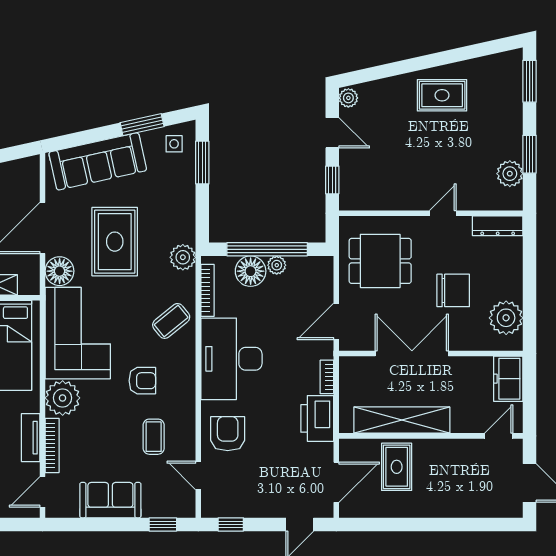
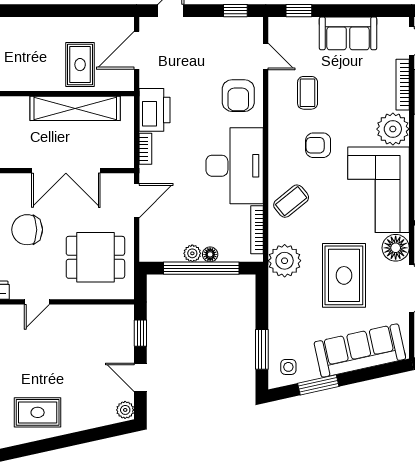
plant: (183, 257) -> (285, 261), width x1.36, depth x1.36
floor lamp: (251, 271) -> (210, 254), width x0.53, depth x0.53

